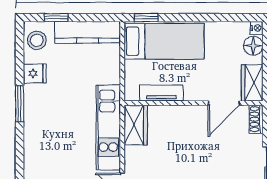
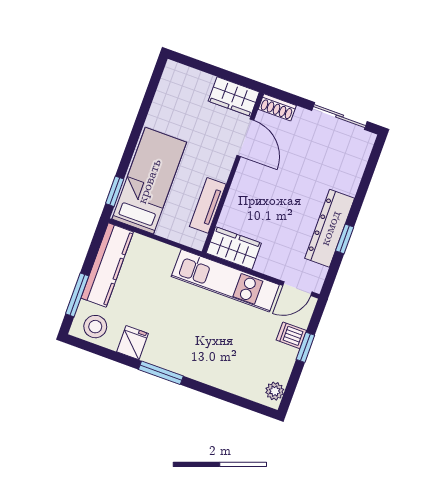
window: (56, 18) -> (77, 295), width x1.50
nightstand: (257, 28) -> (173, 69), removed
floor lamp: (253, 46) -> (192, 80), removed

